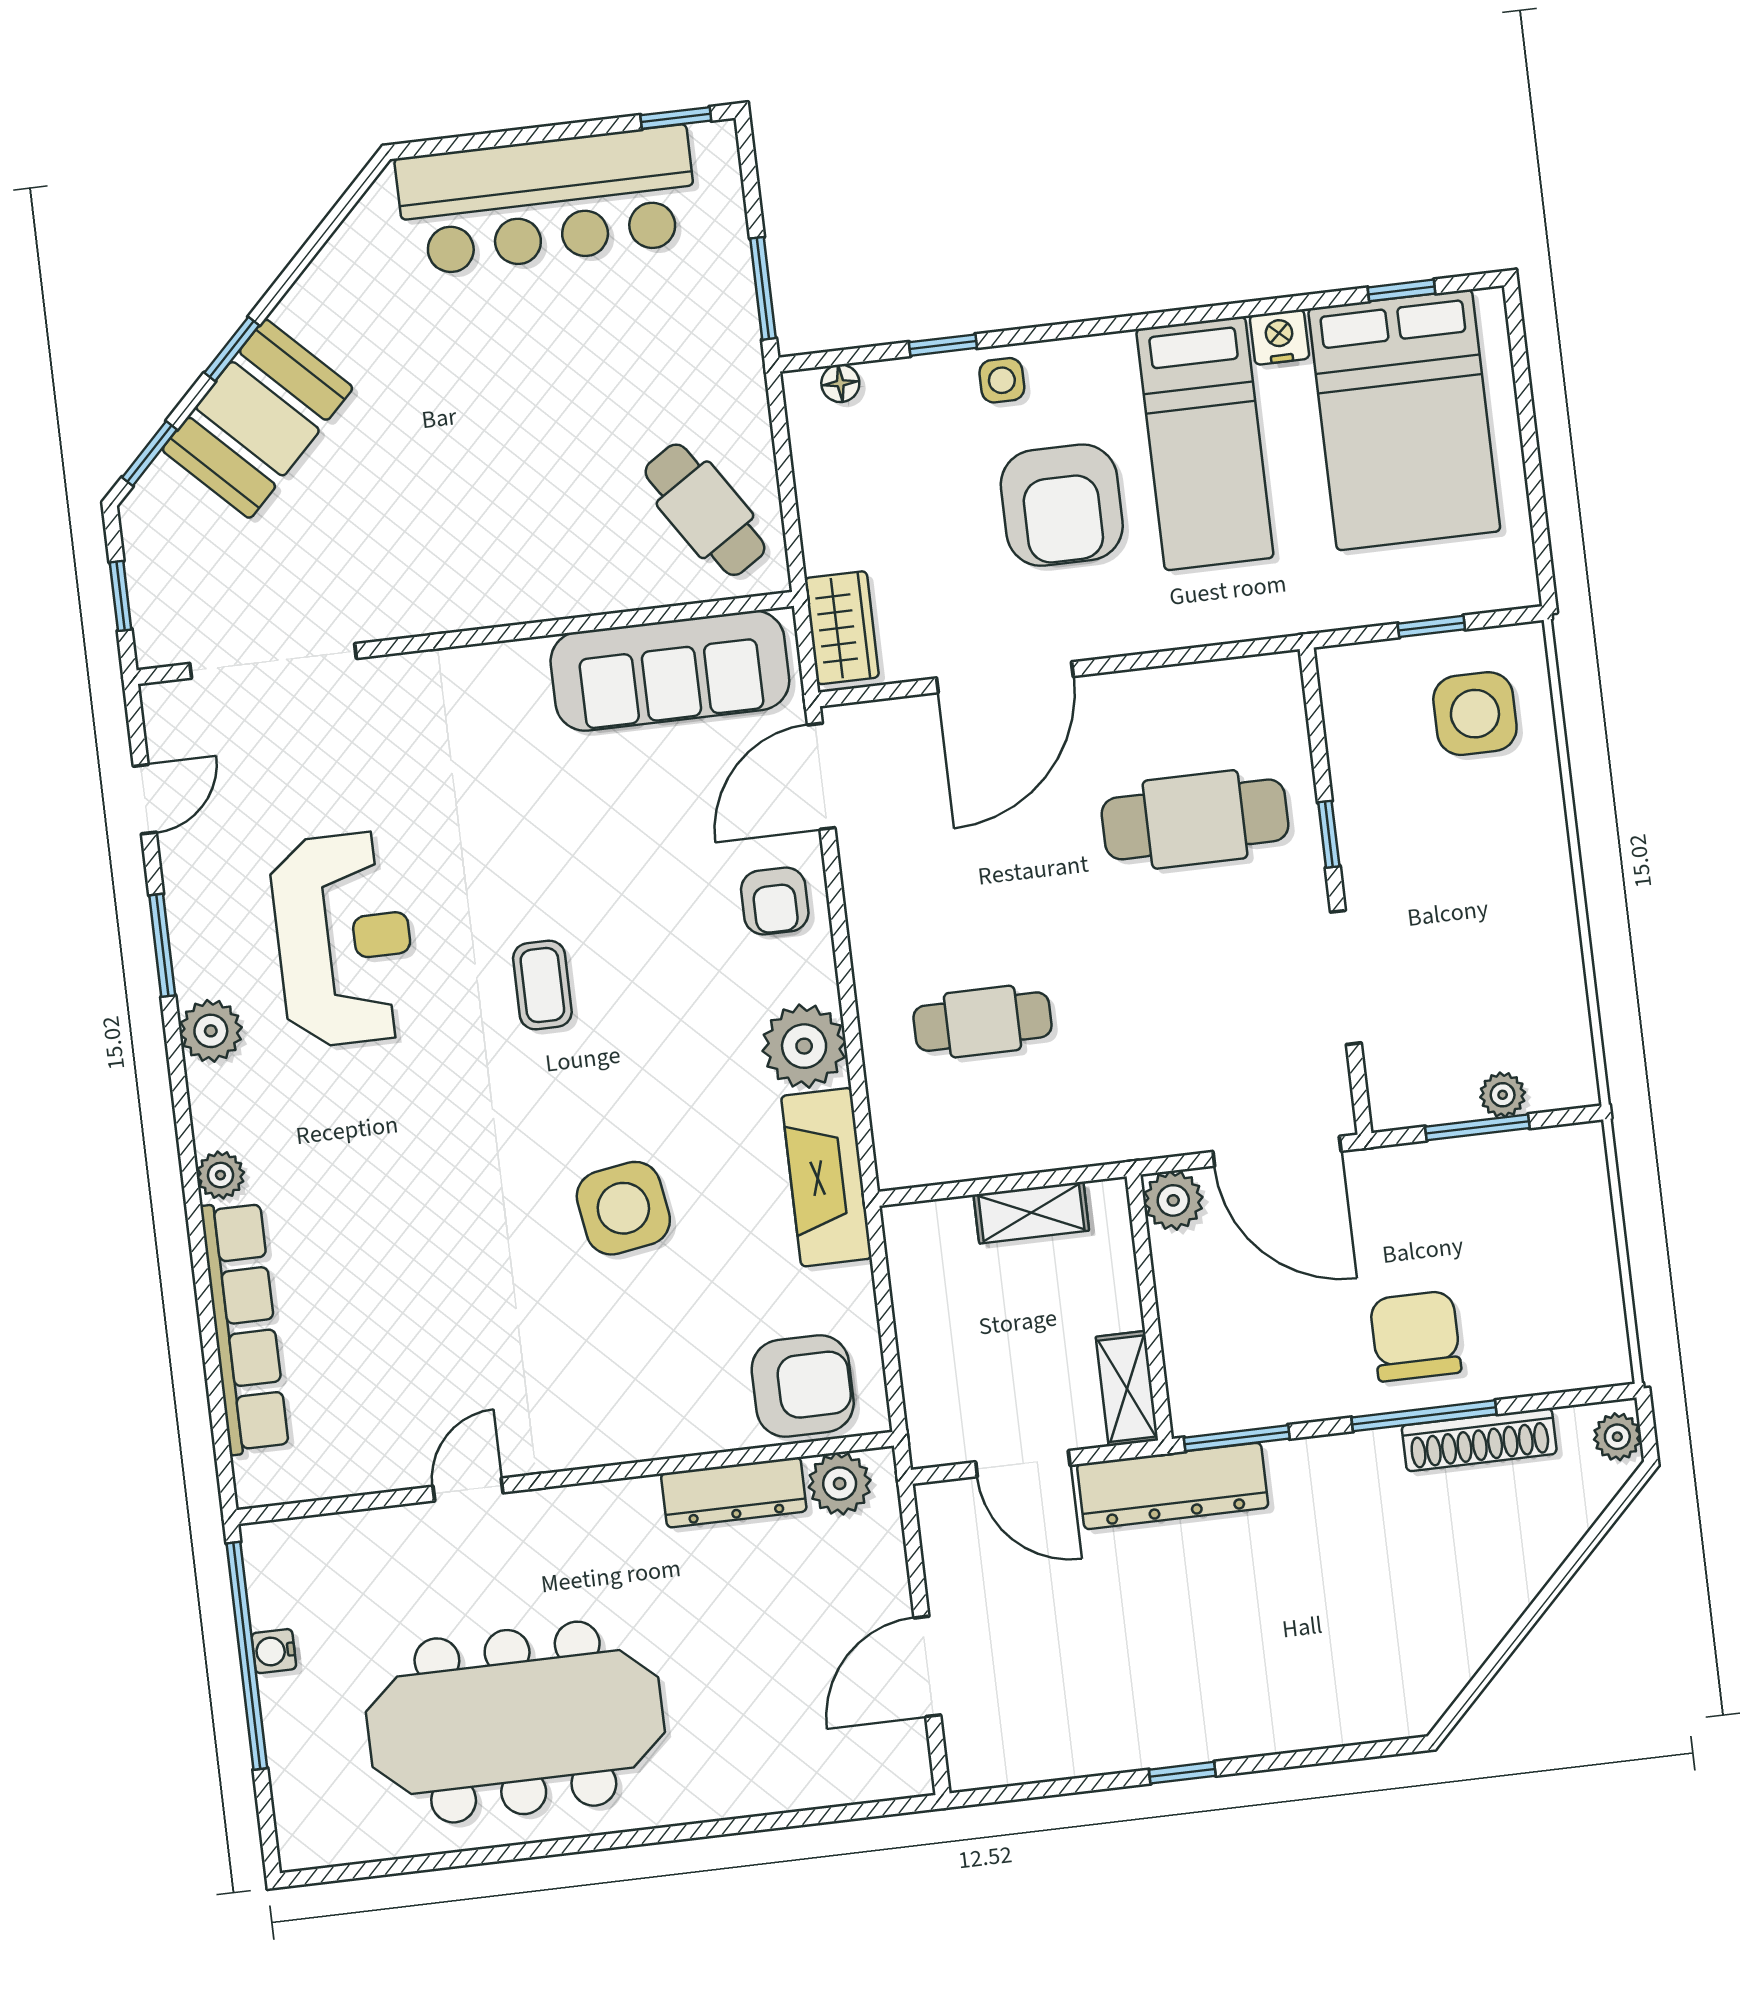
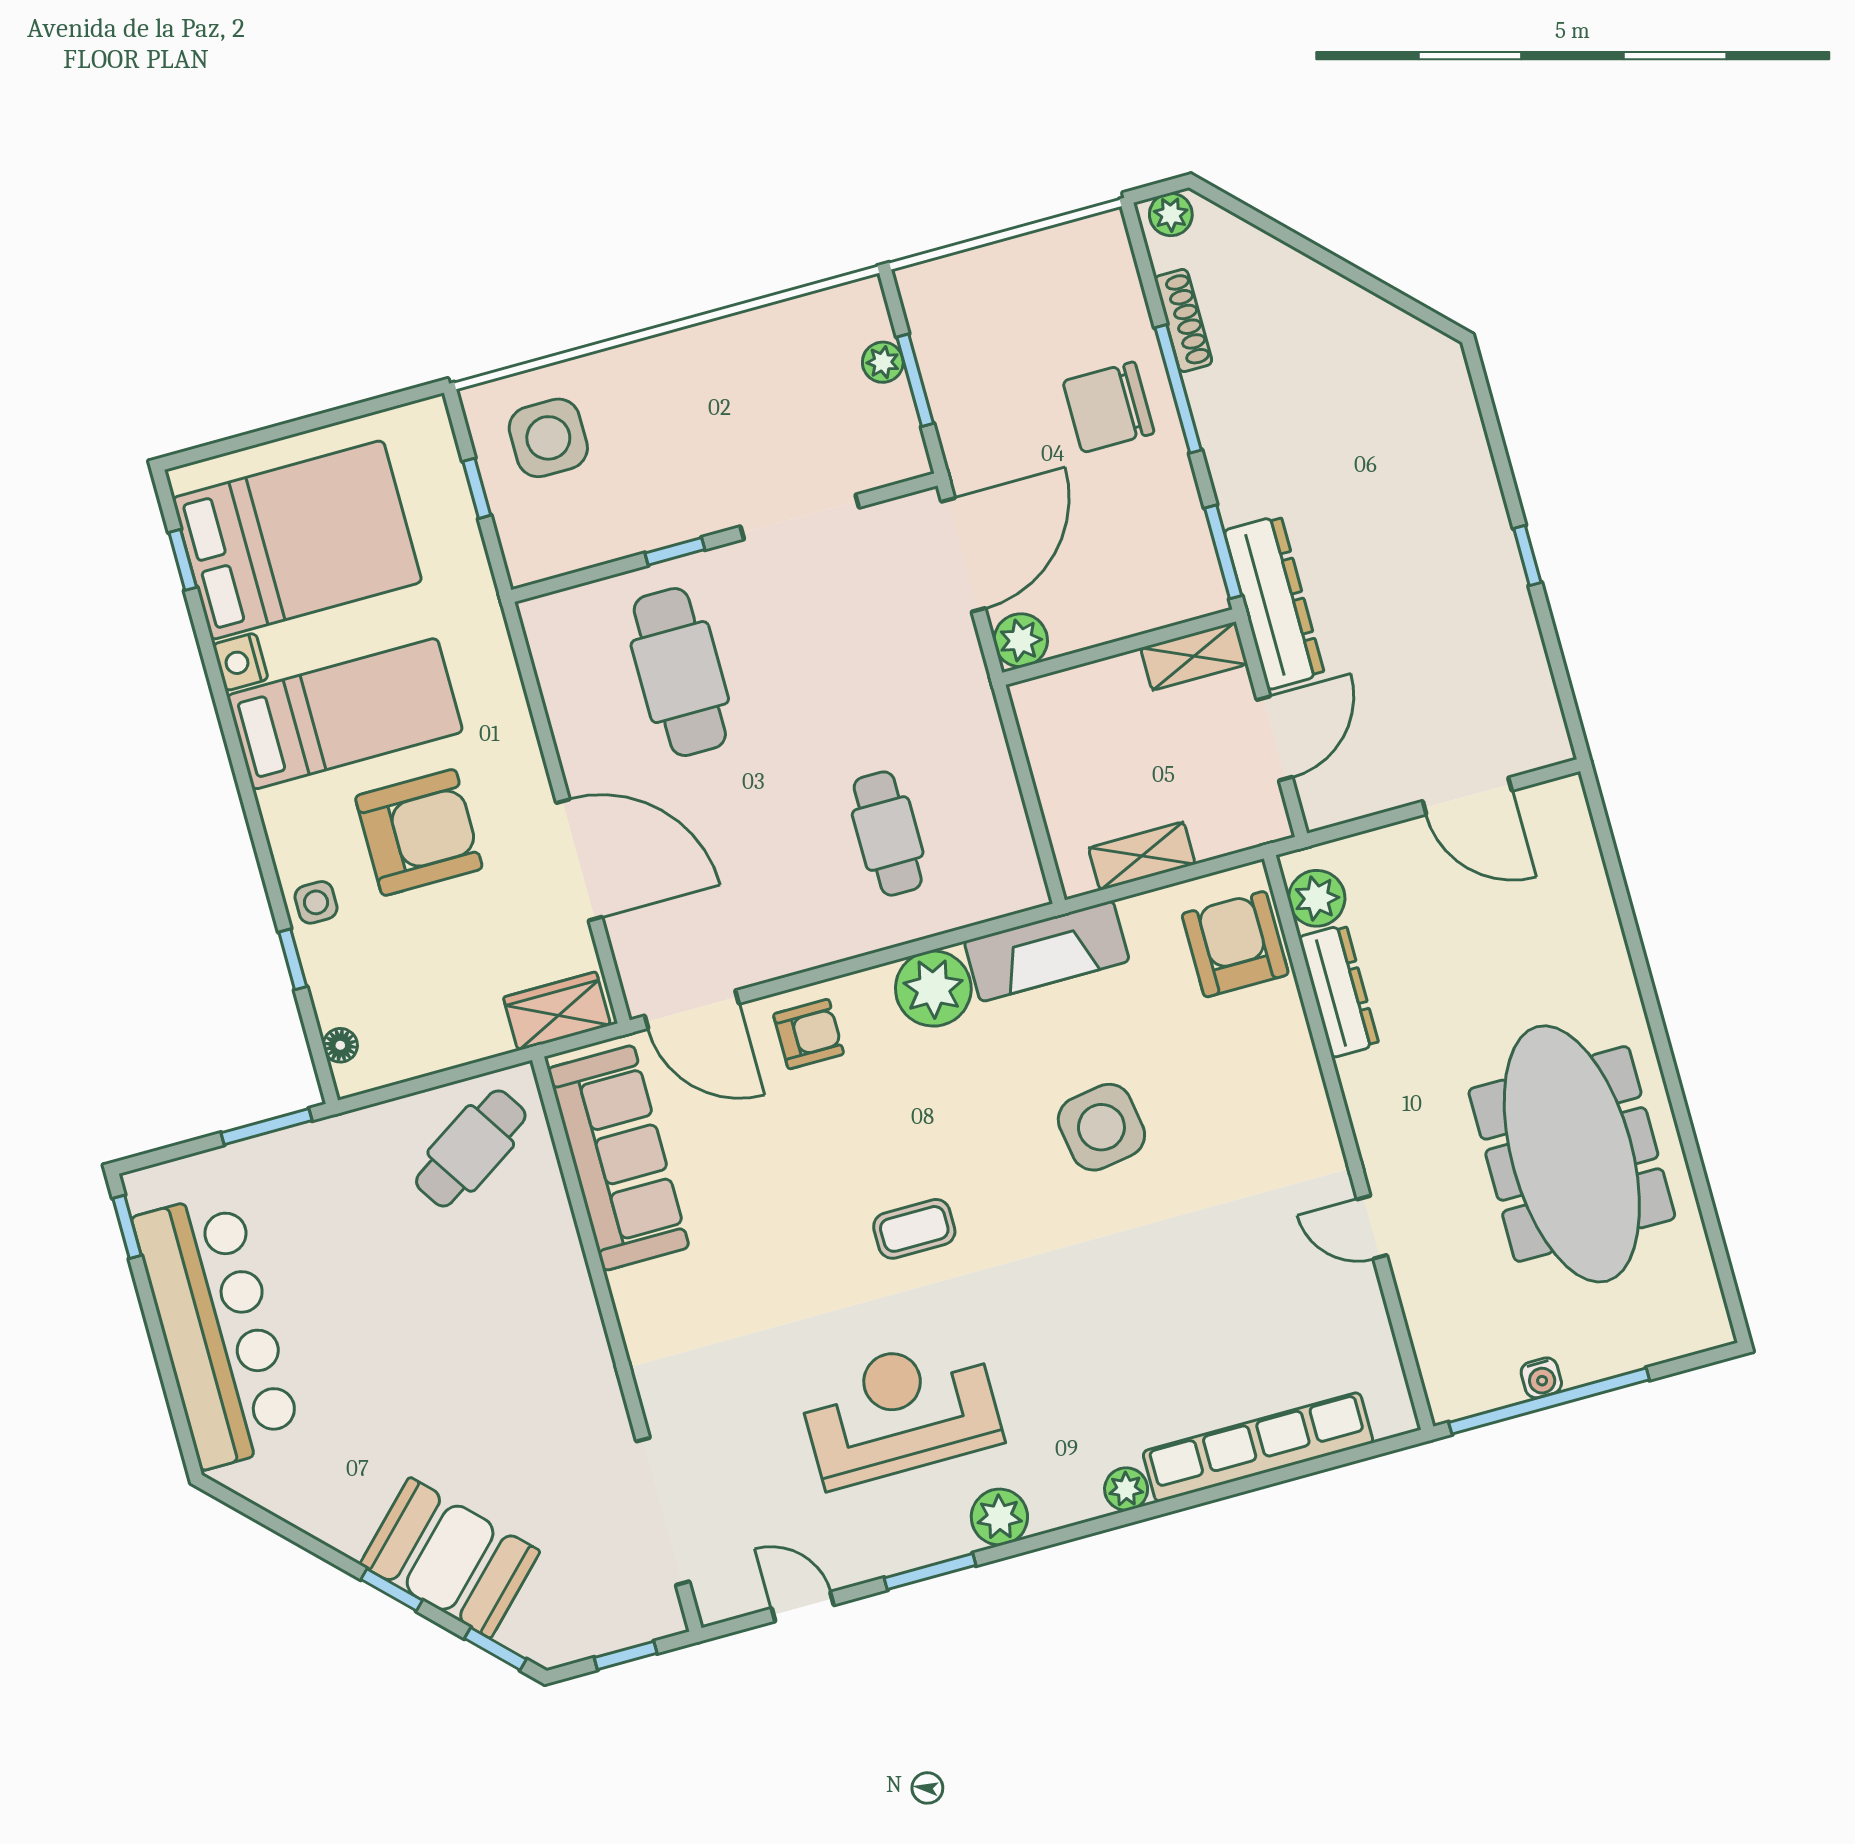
shelving: (1031, 1213) -> (1142, 856), moved, turned 90
shoe rack: (1479, 1440) -> (1183, 321), width x0.74, depth x0.81

